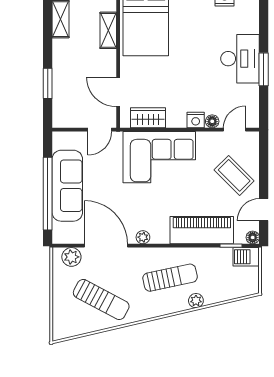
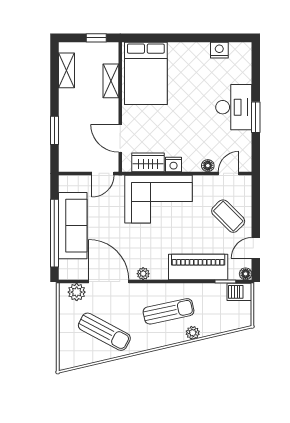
nightstand: (196, 120) -> (174, 164), moved

